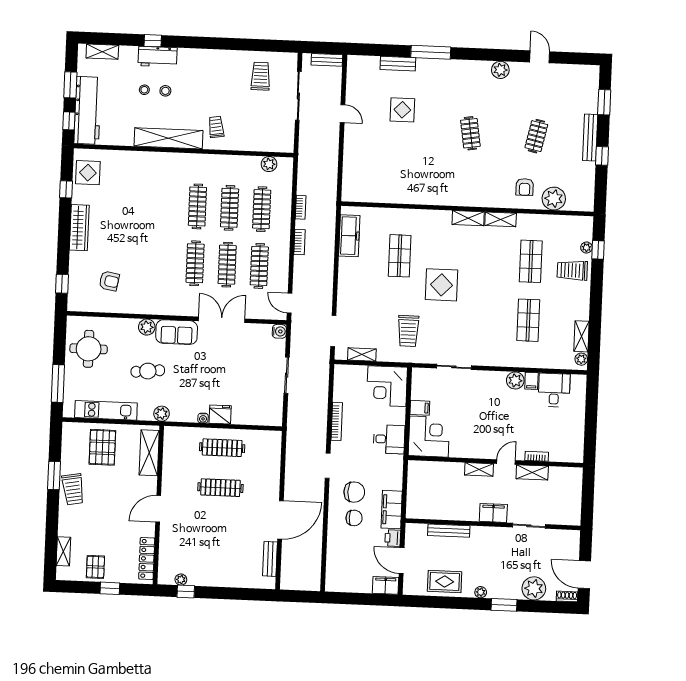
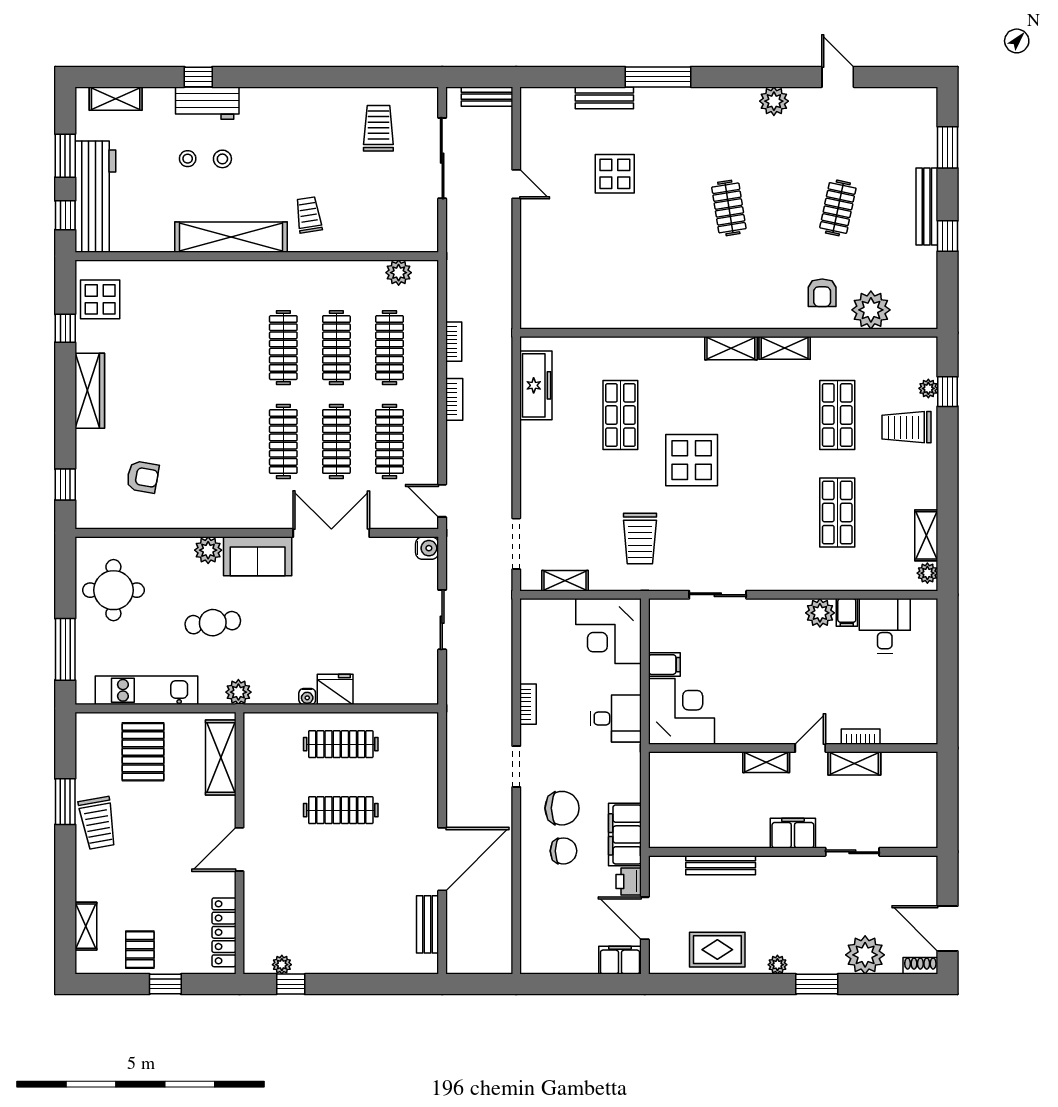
bookcase: (337, 421) -> (528, 704), width x0.64

